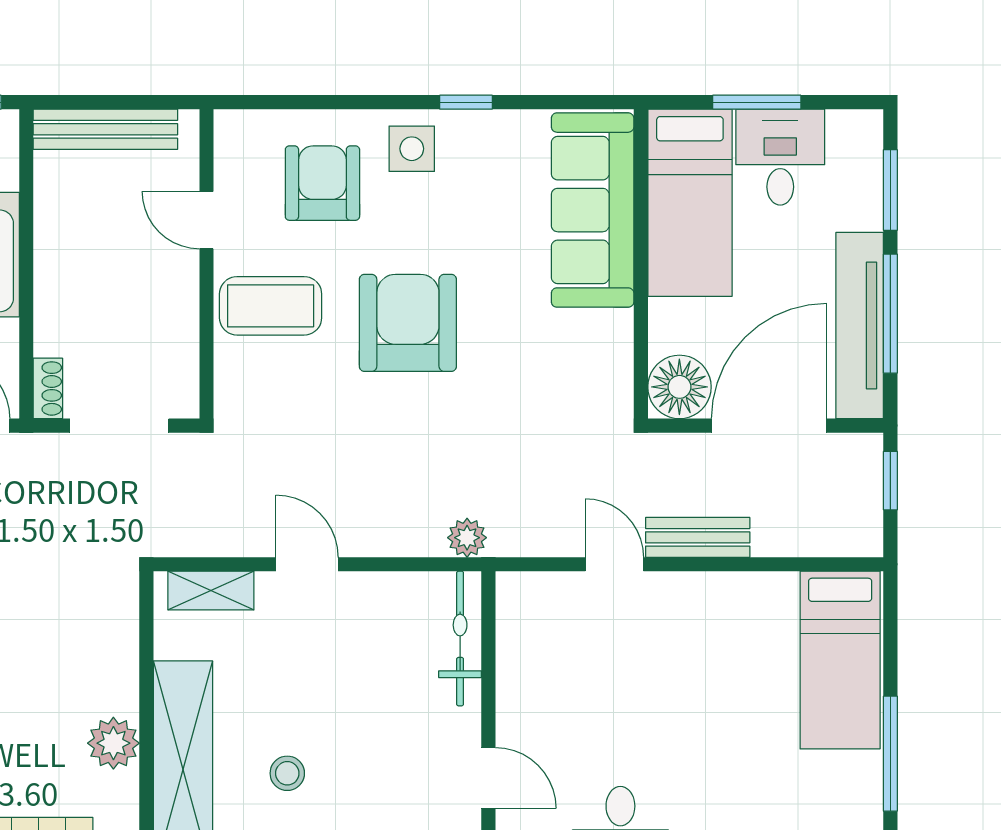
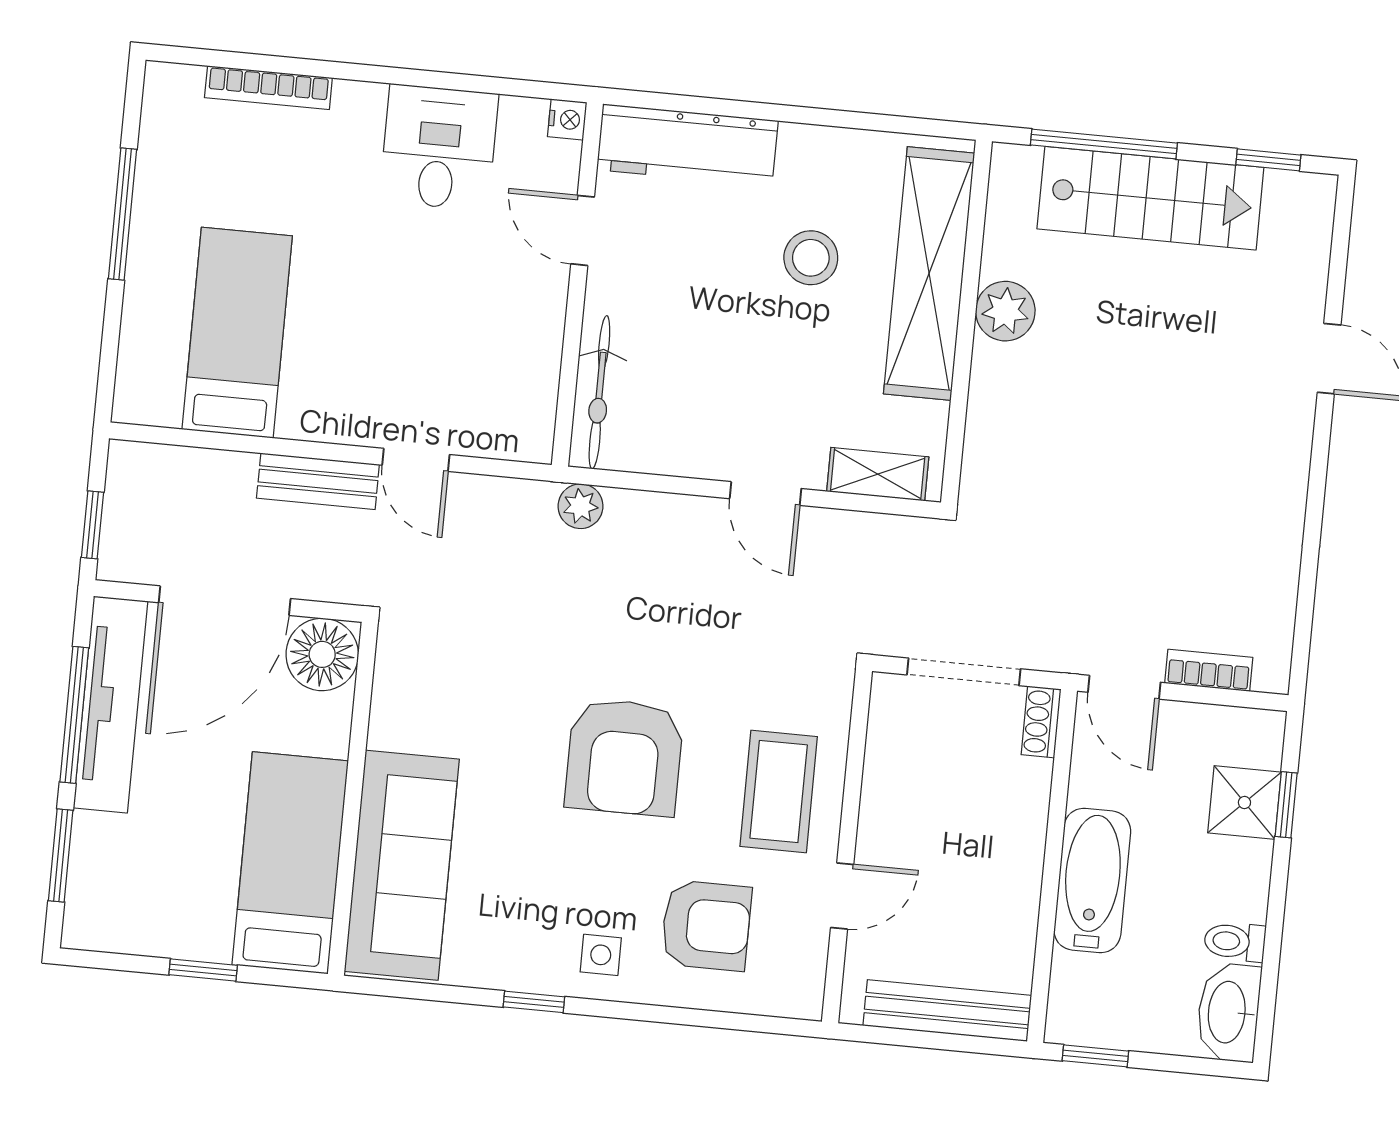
window: (757, 102) -> (203, 970), width x0.67
side table: (412, 149) -> (601, 955), width x0.73, depth x0.73
desk: (780, 157) -> (182, 905), removed
armchair: (322, 183) -> (706, 926), turned -90
door: (206, 220) -> (842, 896), hinge flipped
coffee table: (271, 306) -> (779, 791), turned 90
bed: (840, 660) -> (237, 333), moved
stool: (287, 773) -> (811, 258), width x1.37, depth x1.37

